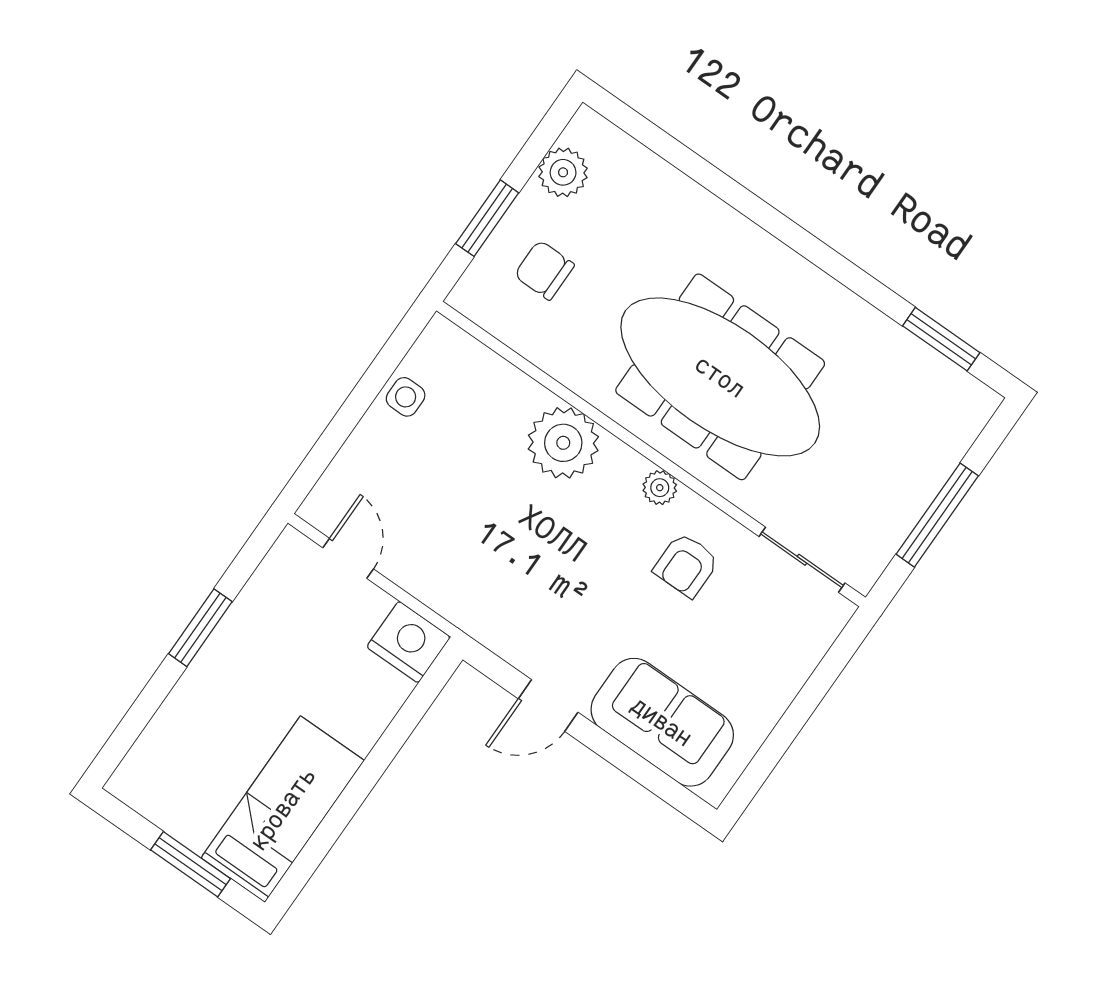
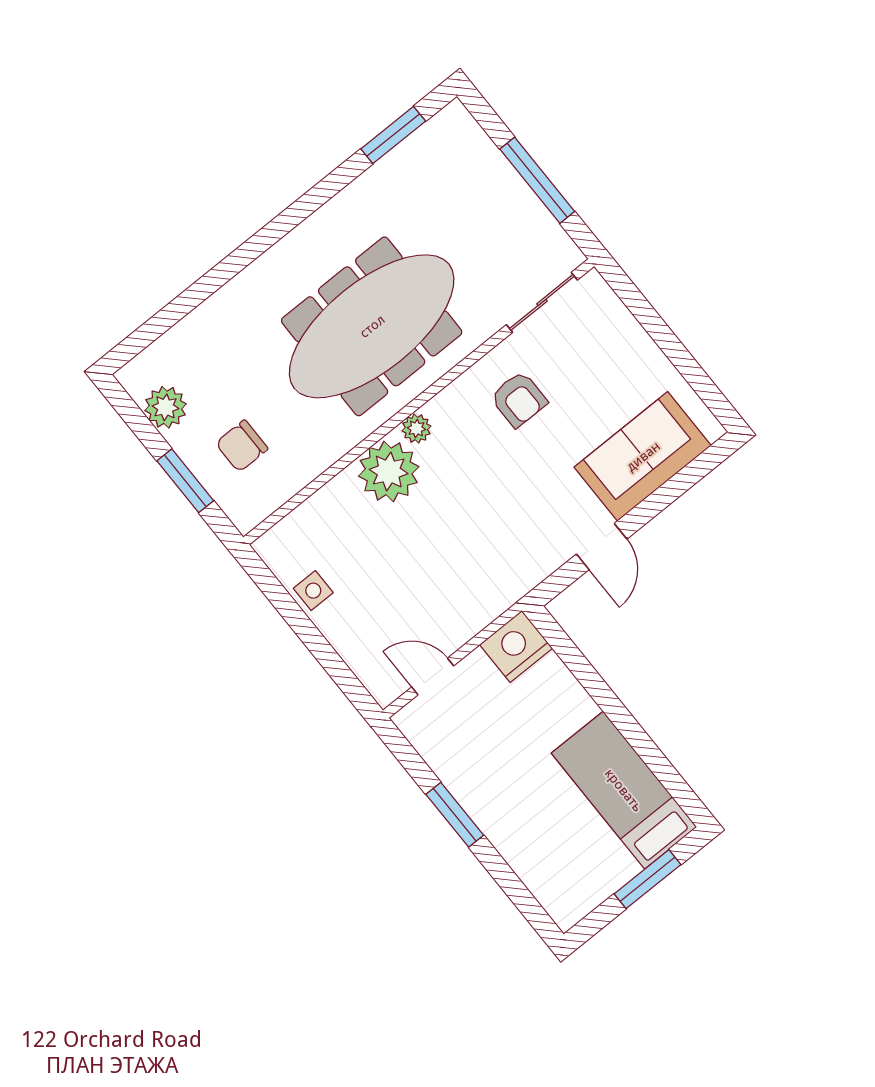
plant: (660, 488) -> (416, 429), moved

